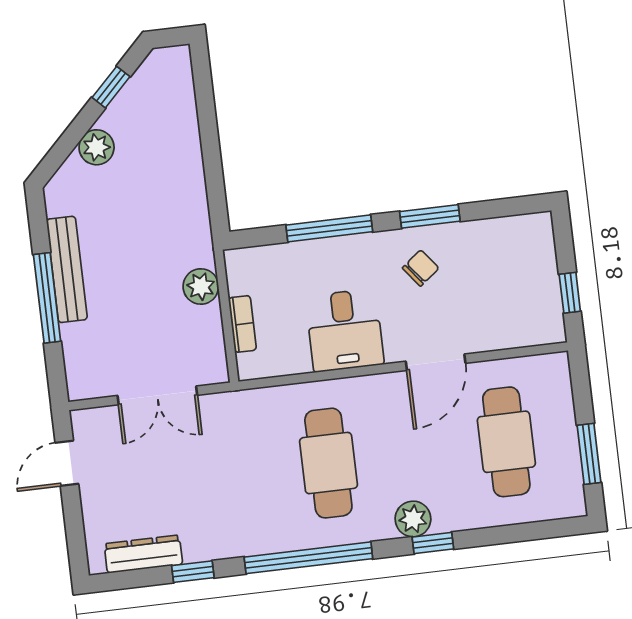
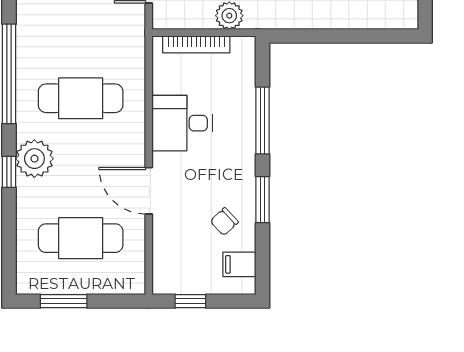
filing cabinet: (516, 236) -> (239, 264), added
chair: (421, 268) -> (224, 222), moved, turned 85
bookcase: (242, 324) -> (196, 44), width x1.56
plant: (413, 519) -> (34, 159), width x1.36, depth x1.36

